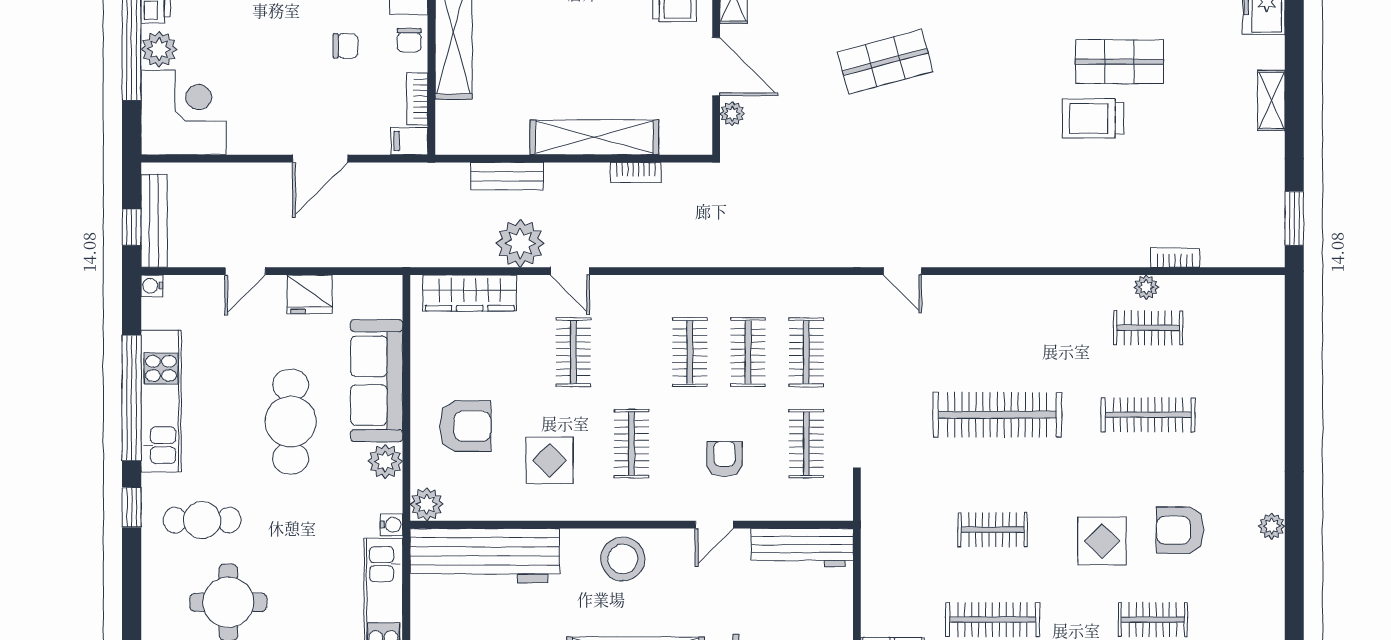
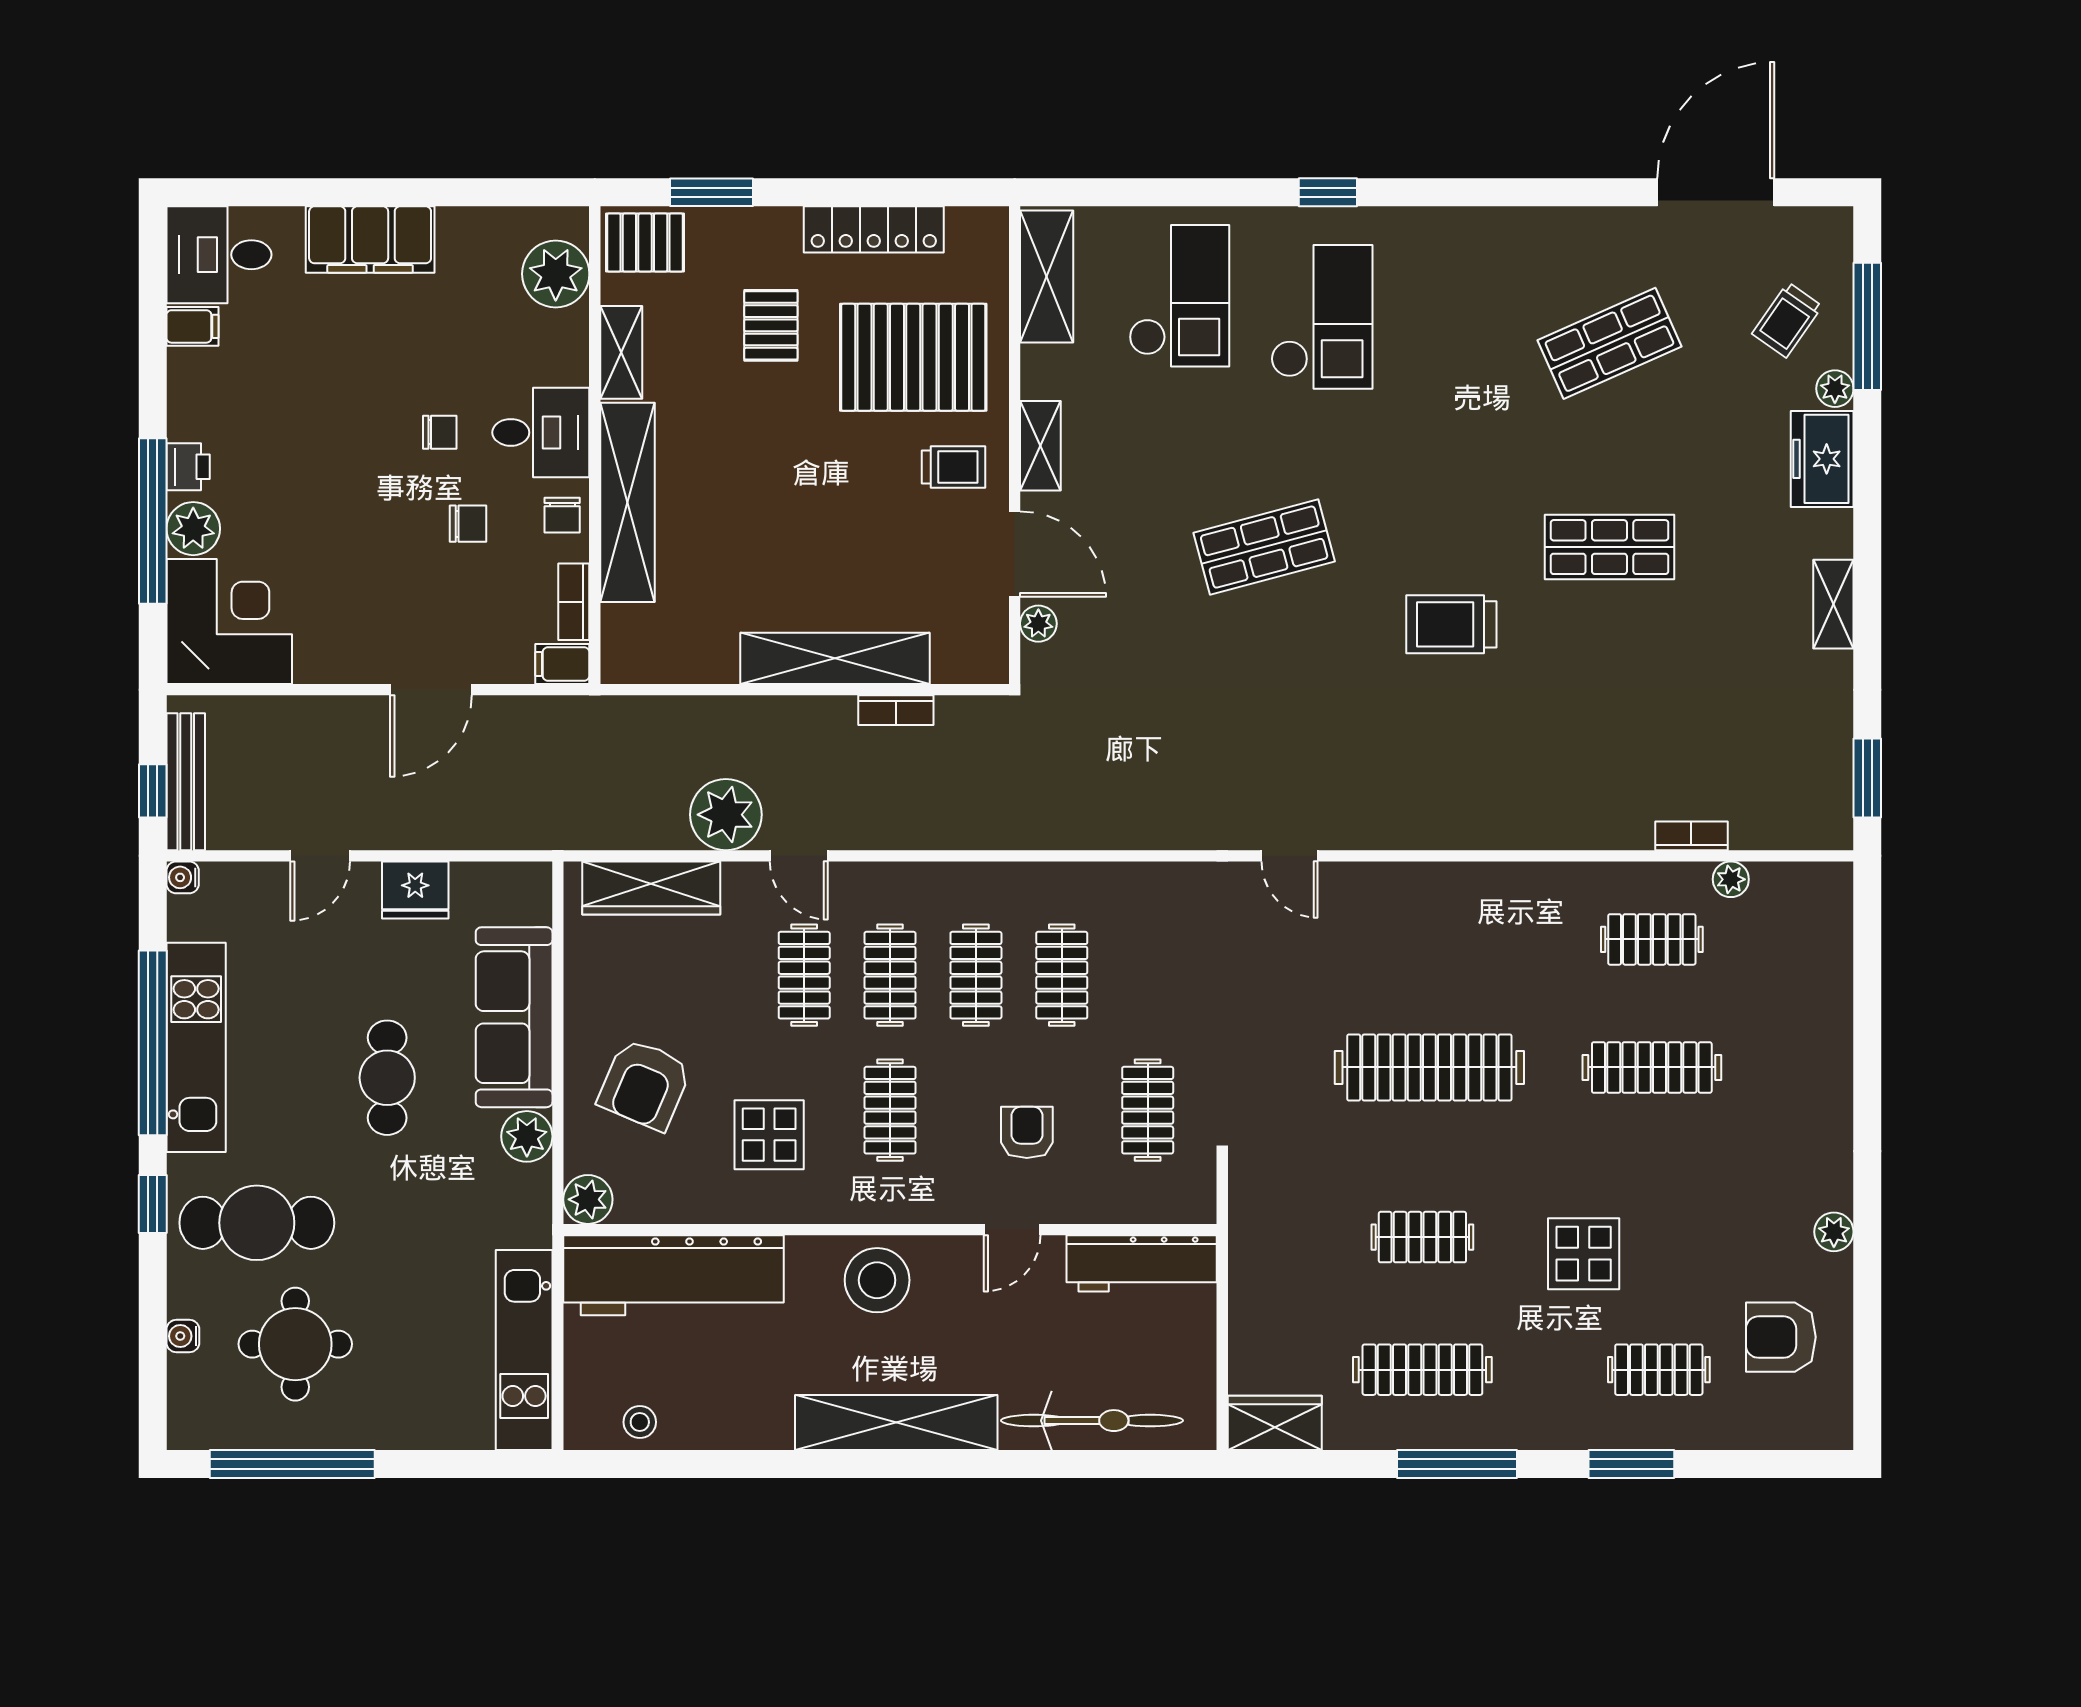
trolley: (1093, 118) -> (1451, 624), moved
bench: (507, 176) -> (706, 716), removed
plant: (1146, 287) -> (1731, 879), moved
clothes rail: (806, 352) -> (890, 975), moved
cafe table: (291, 422) -> (387, 1078), width x0.73, depth x0.74
armchair: (465, 426) -> (645, 1084), turned 113
cafe table: (202, 520) -> (257, 1223), width x1.37, depth x1.35
water cooler: (392, 525) -> (183, 1336), moved, turned 180
armchair: (1180, 530) -> (1781, 1337), moved

